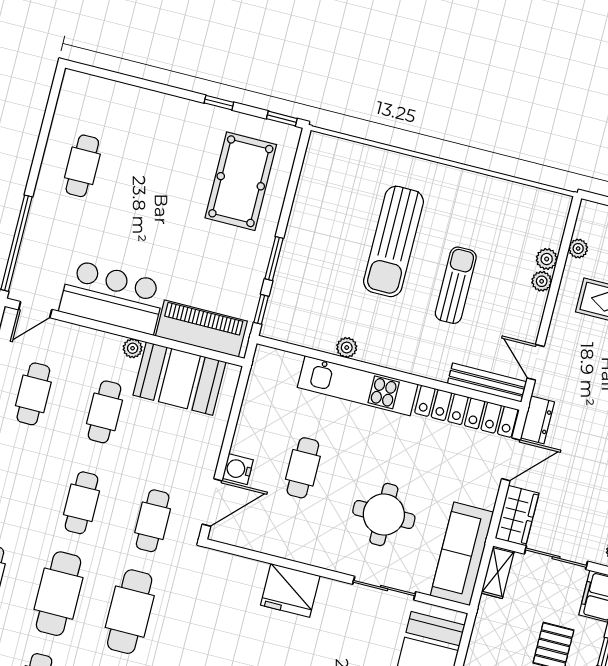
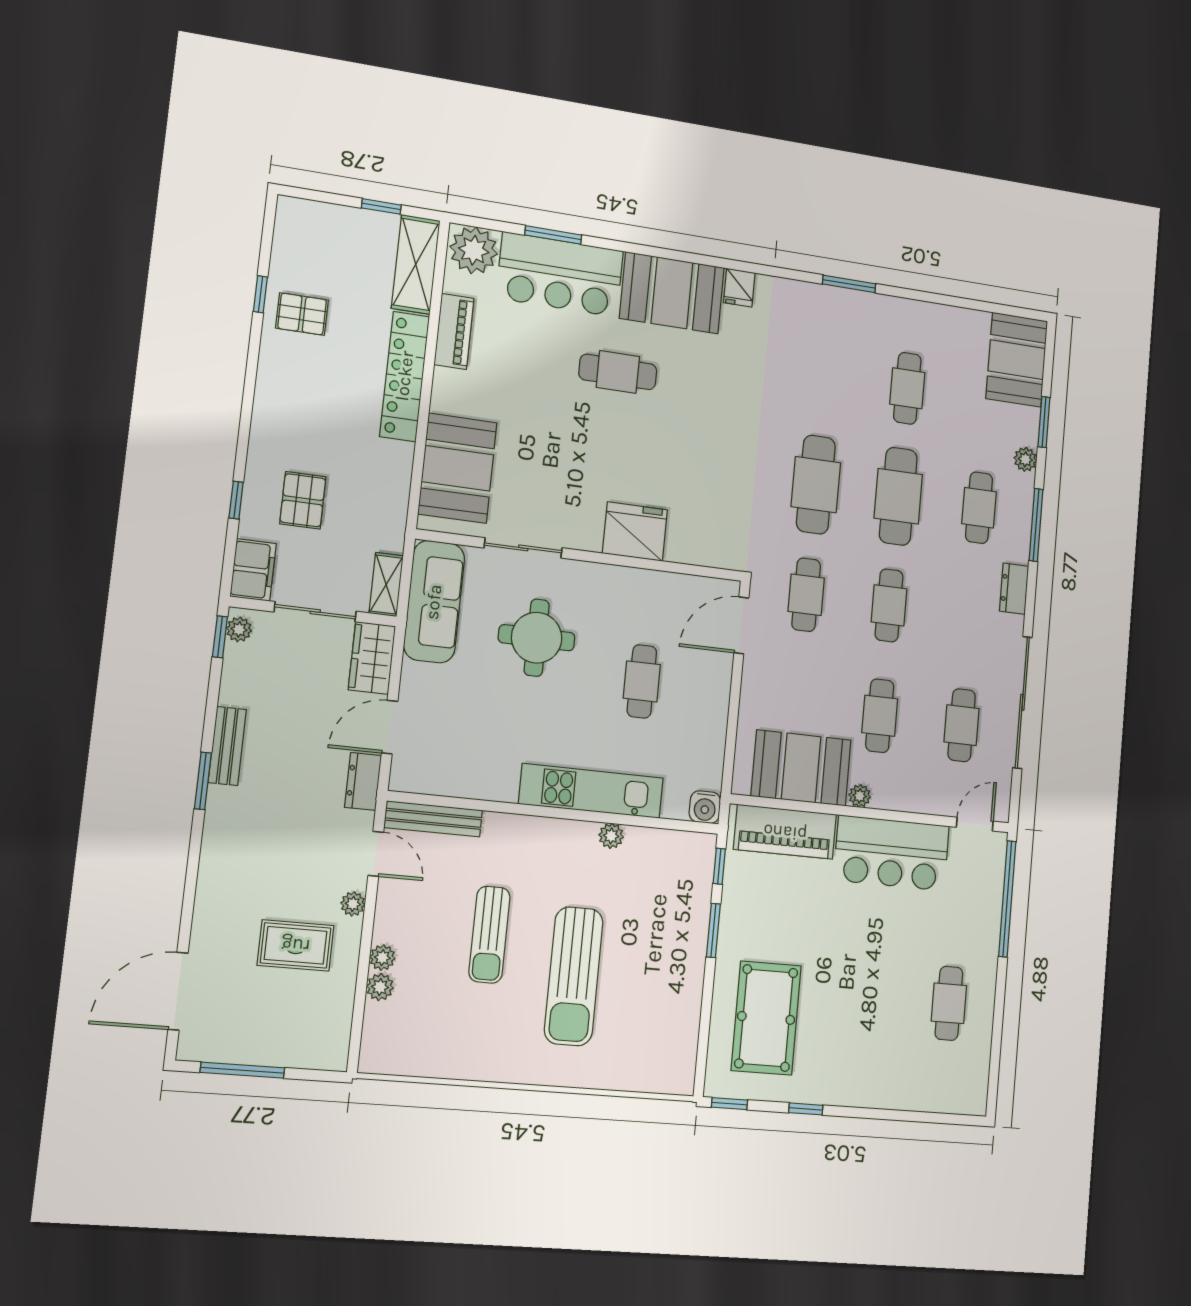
sun lounger: (394, 241) -> (574, 976), turned 180
plant: (578, 249) -> (353, 904), moved
locker: (466, 411) -> (454, 779), removed
water cooler: (238, 469) -> (705, 807), moved, turned 90

